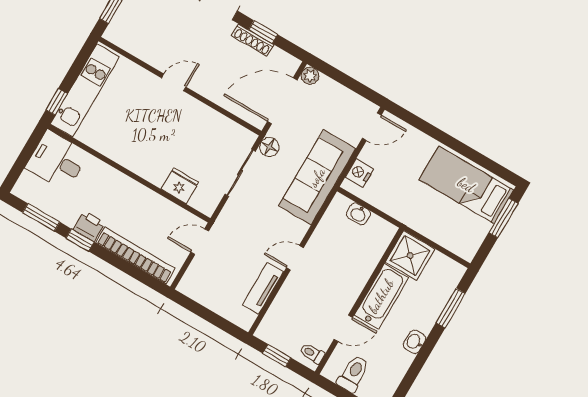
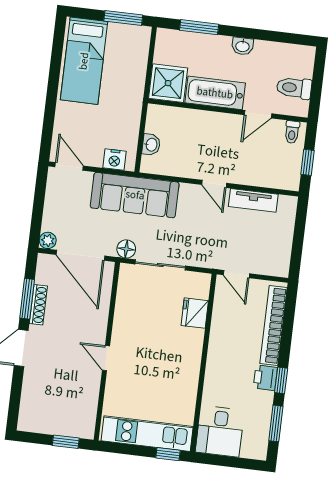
window: (263, 32) -> (27, 299), width x1.50
window: (503, 218) -> (123, 18), moved
door: (343, 328) -> (258, 114), swing flipped

